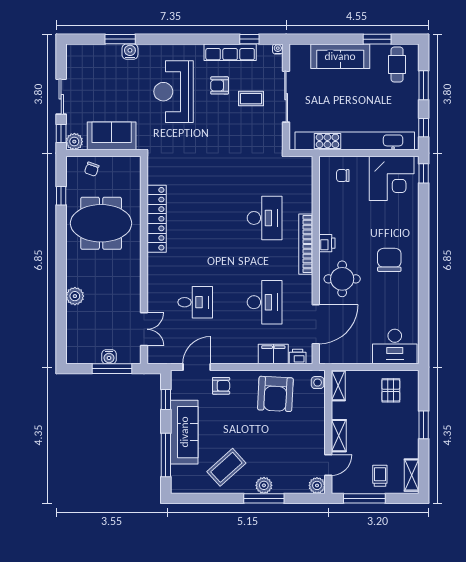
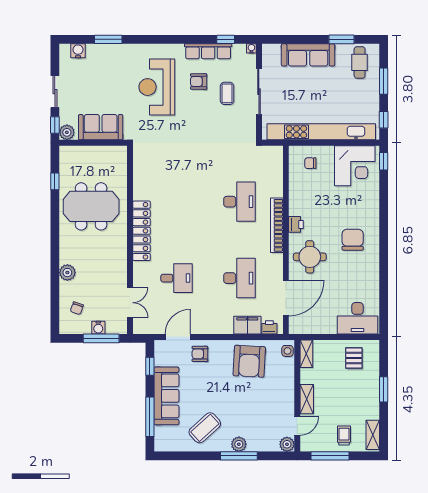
water cooler: (130, 52) -> (78, 51), moved
coffee table: (251, 99) -> (227, 93), turned 90
chair: (92, 169) -> (77, 308), moved
locker: (157, 219) -> (141, 231), moved
armchair: (221, 386) -> (200, 354), turned 180

